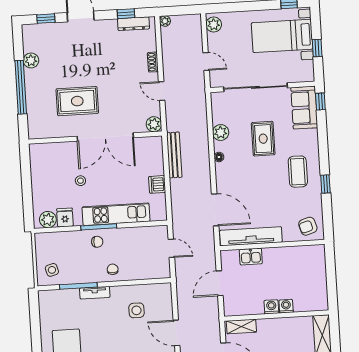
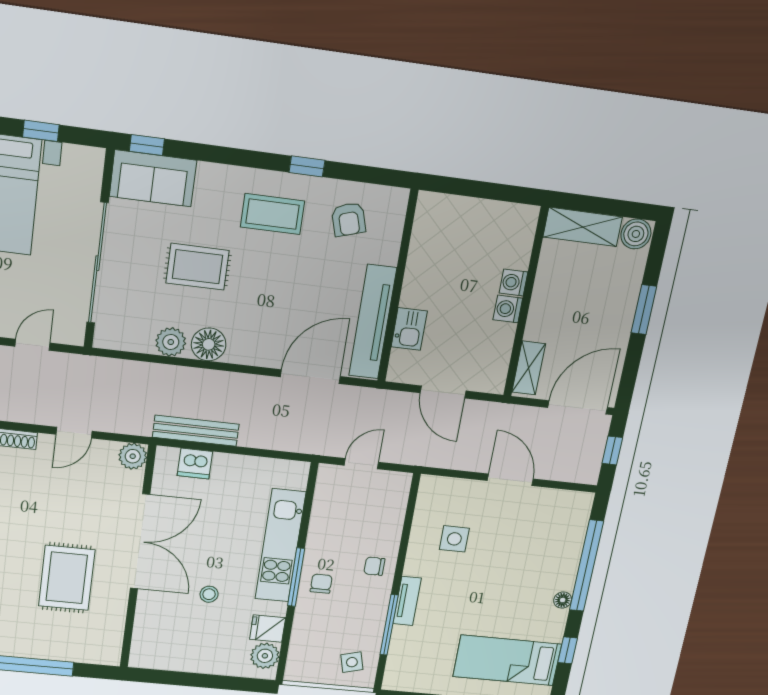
floor lamp: (219, 157) -> (209, 344), width x1.89, depth x1.89
dishwasher: (157, 184) -> (195, 464), moved
armchair: (308, 226) -> (349, 219), moved
door: (176, 333) -> (510, 480), swing flipped

